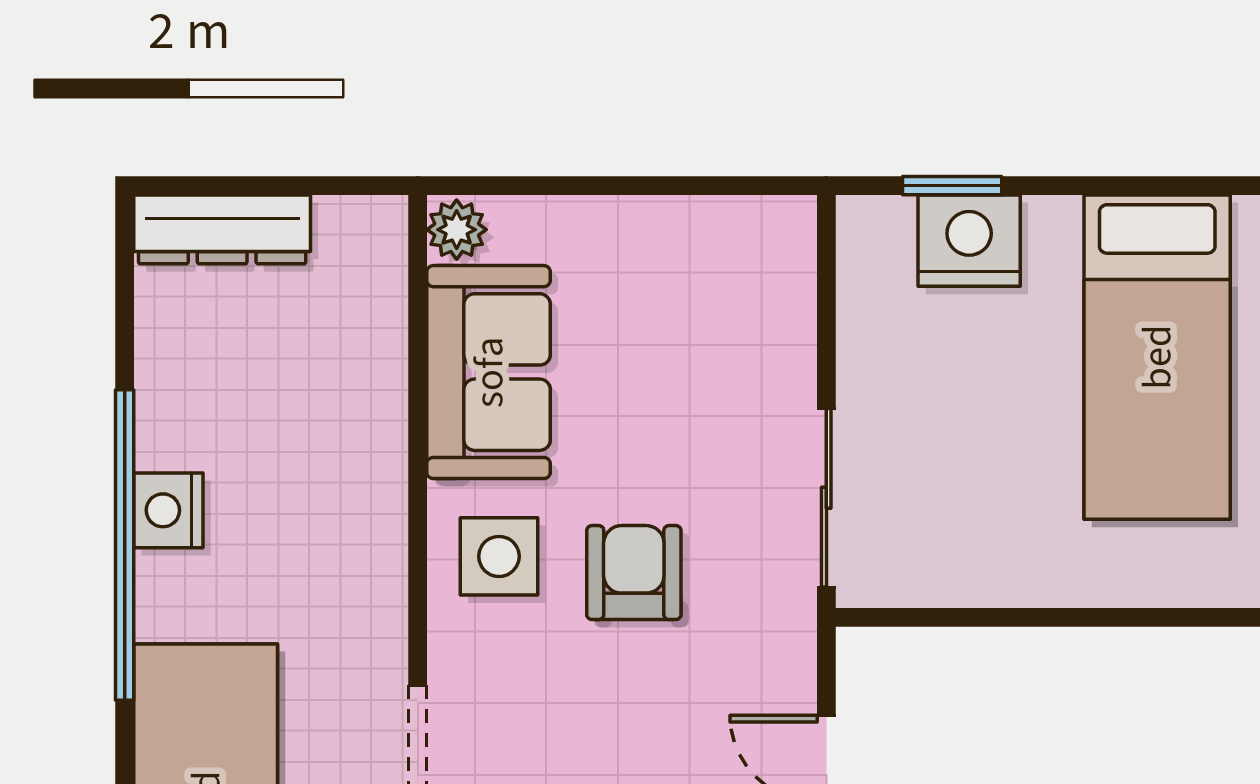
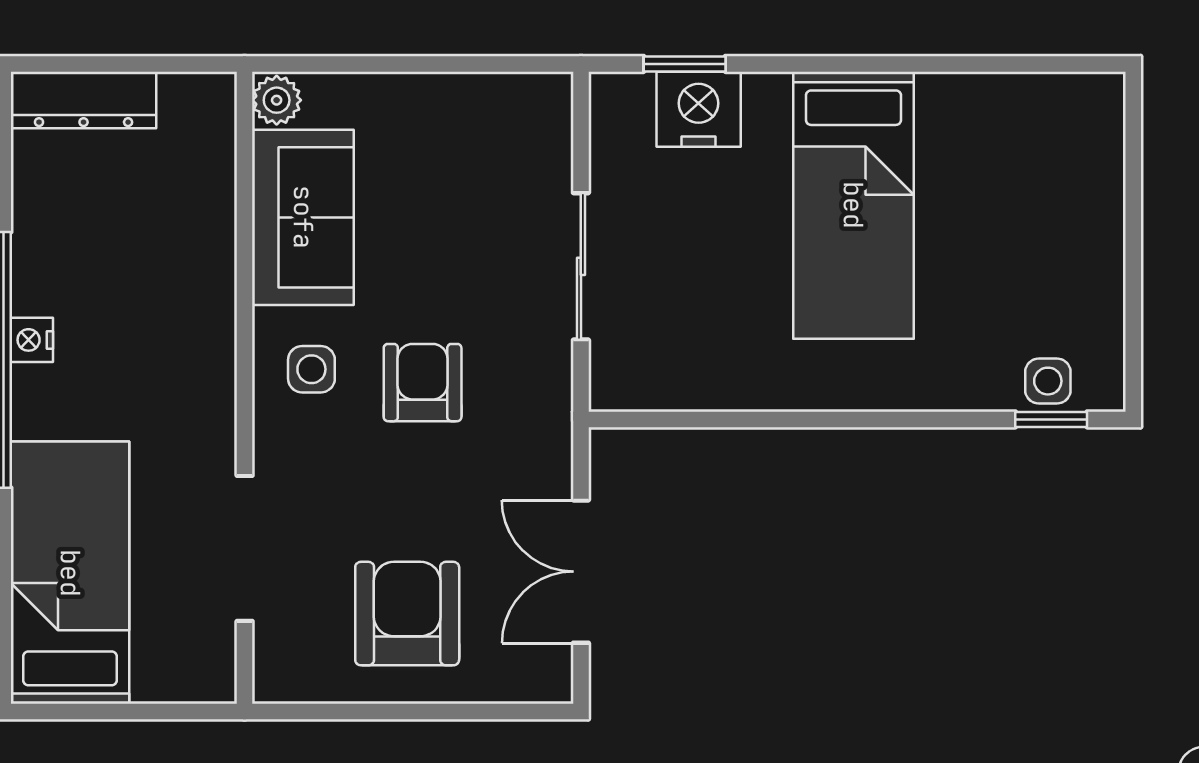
sliding door: (826, 498) -> (581, 266), moved
nightstand: (168, 510) -> (32, 340), width x0.72, depth x0.74
side table: (499, 556) -> (311, 369), width x0.73, depth x0.73

